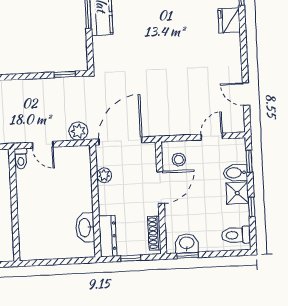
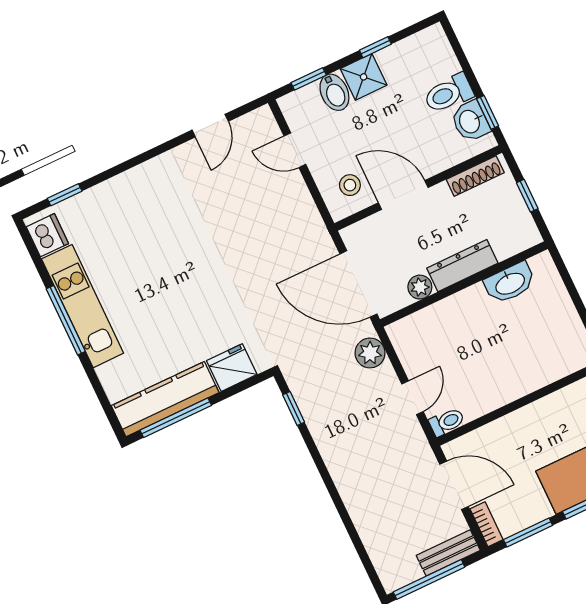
fridge: (229, 20) -> (232, 368), moved, turned 180
toilet: (236, 235) -> (448, 94), moved, turned 90
dresser: (108, 236) -> (462, 266), moved

